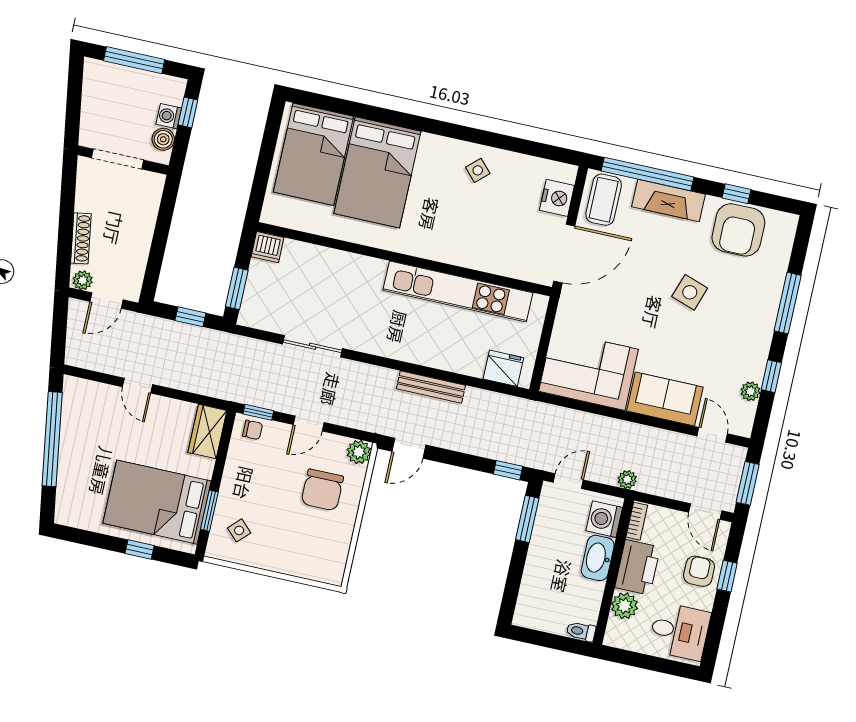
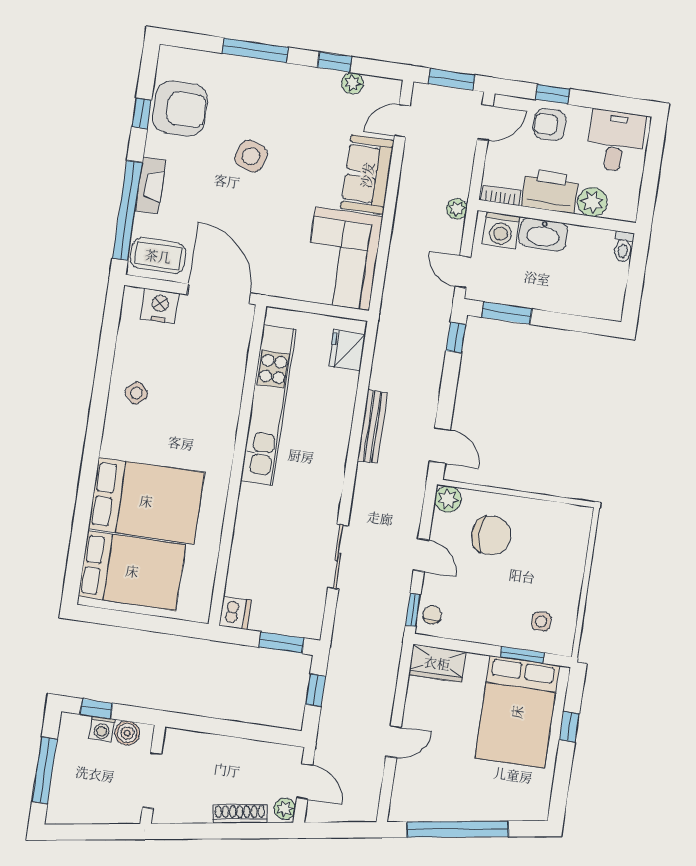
fireplace: (669, 201) -> (150, 185), width x0.73, depth x0.76
side table: (239, 530) -> (541, 621), turned 45

